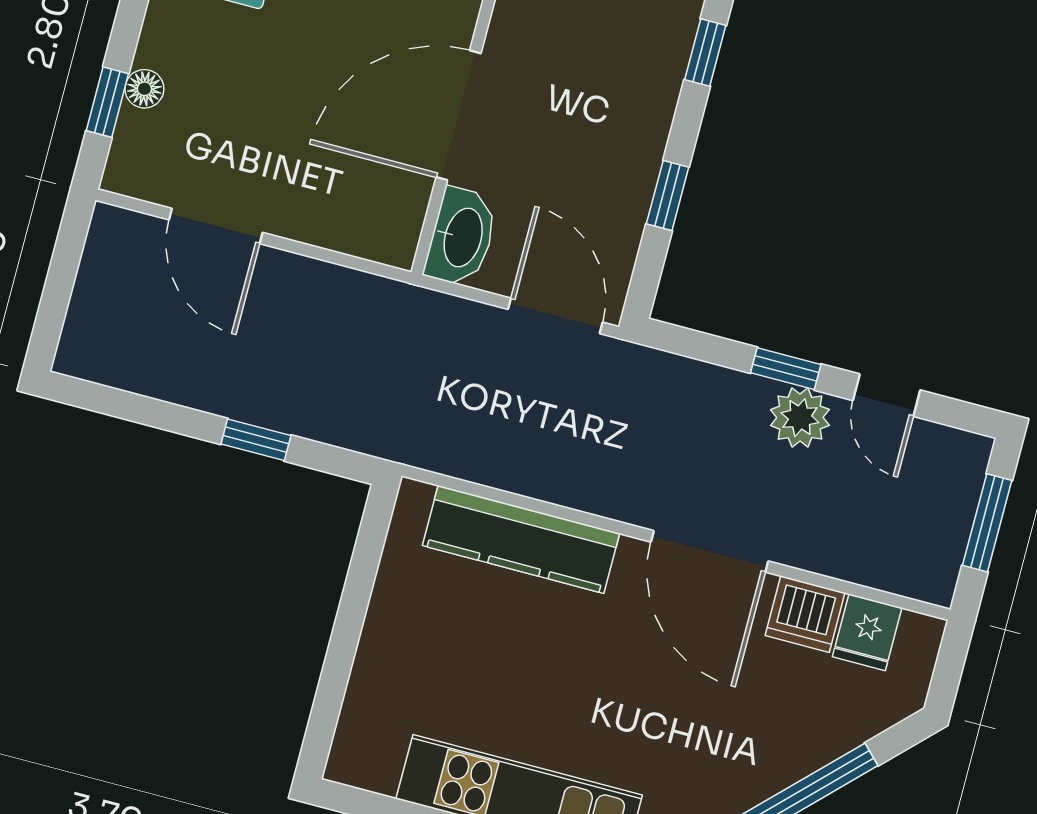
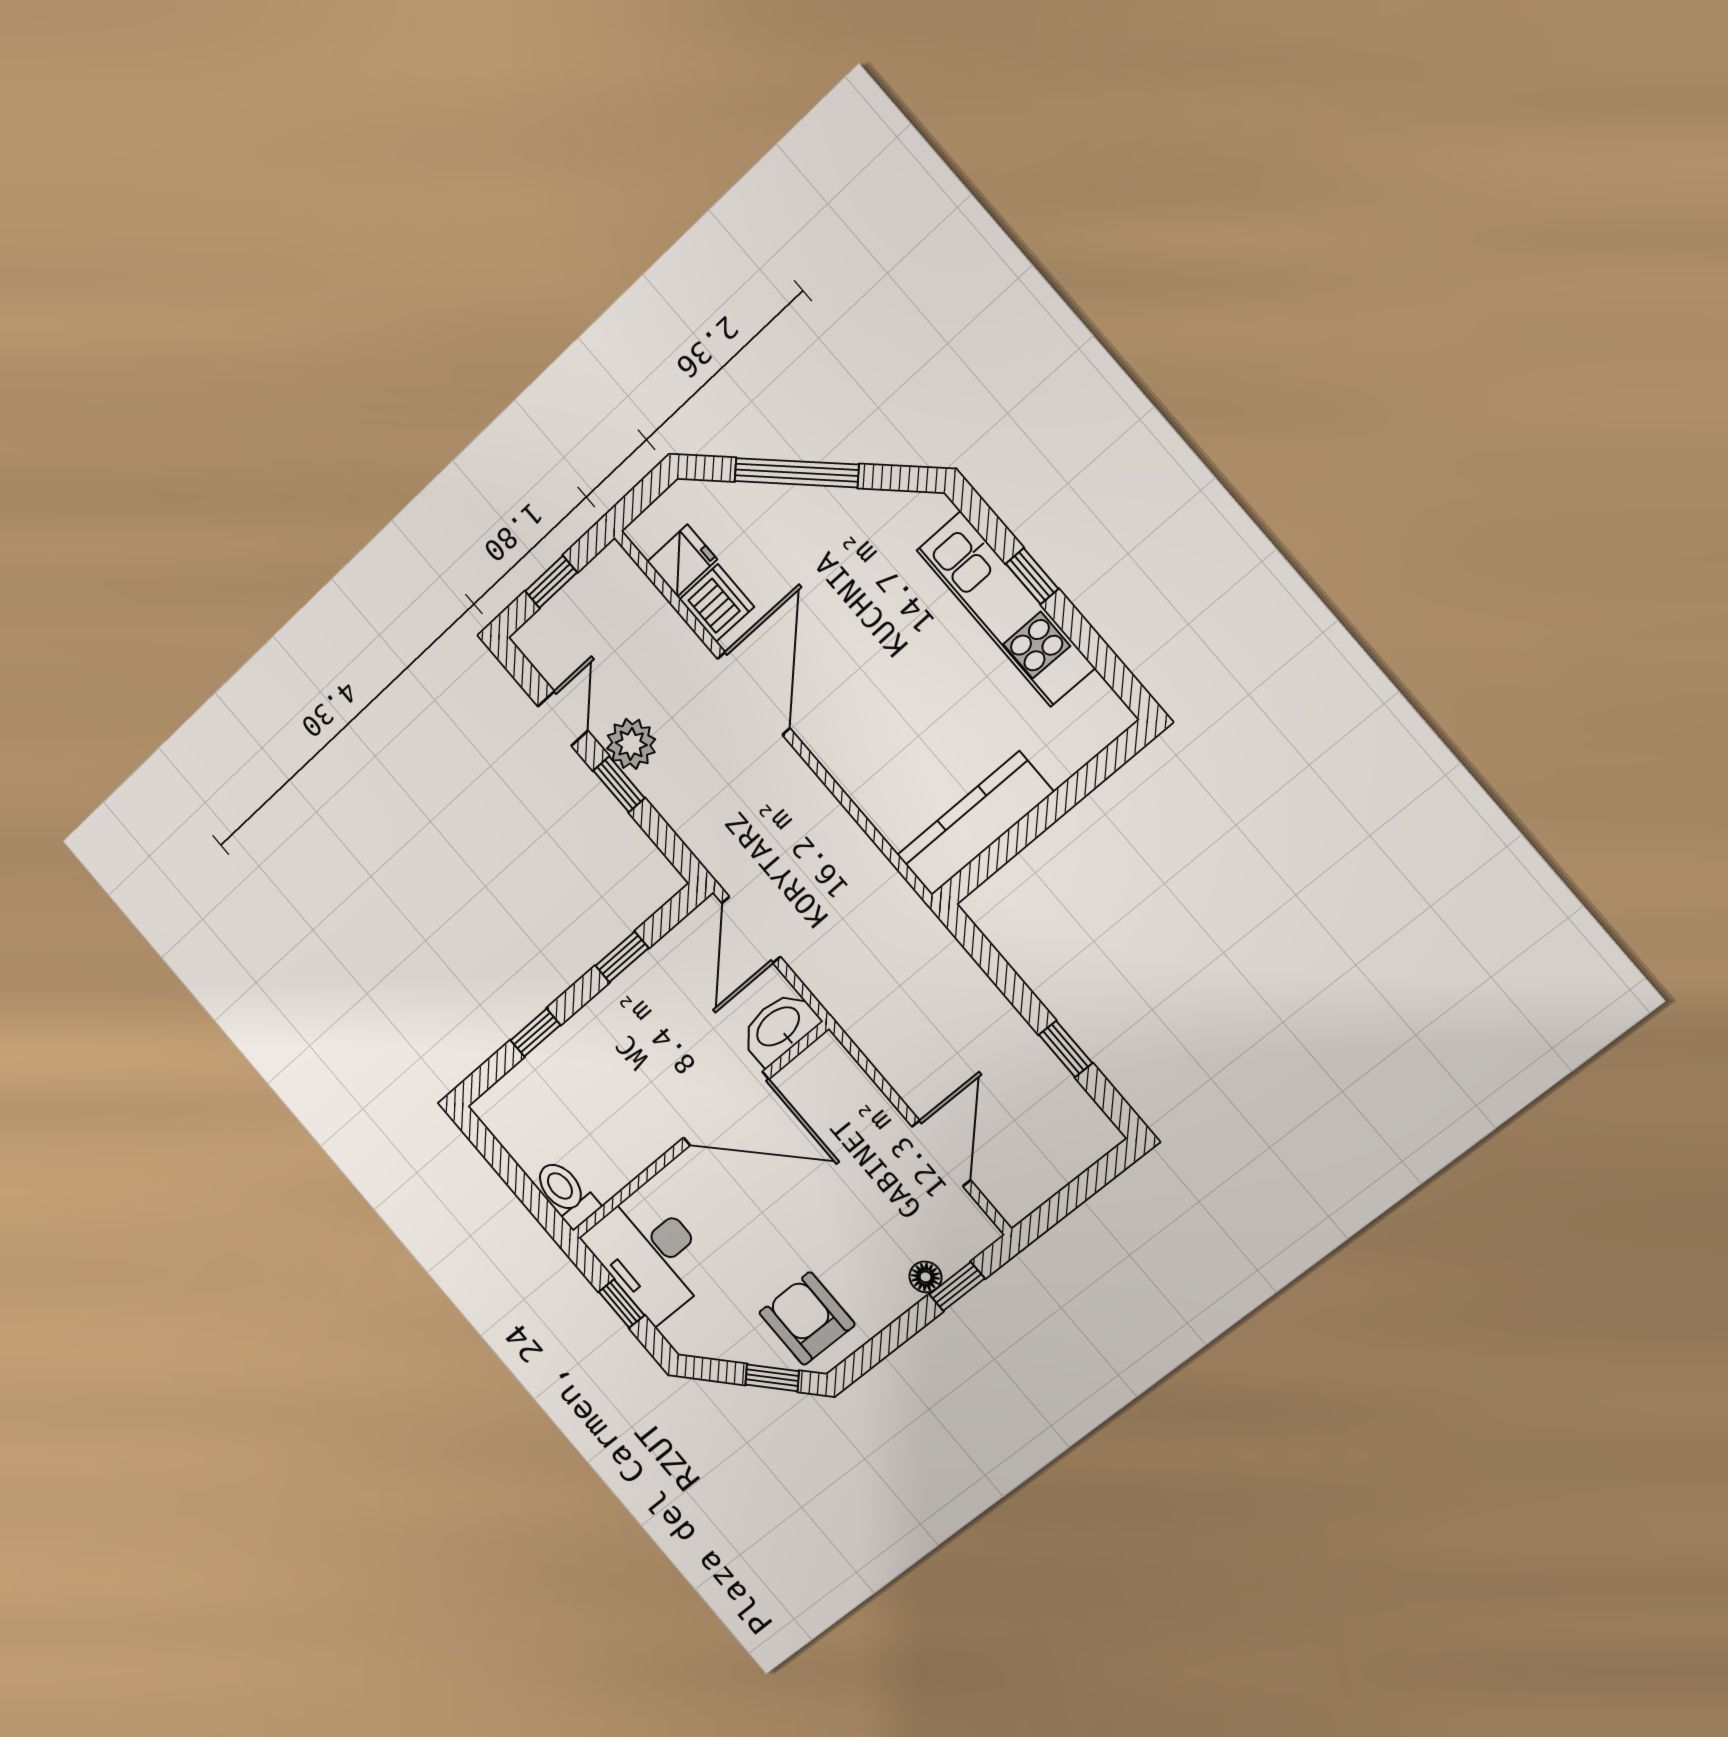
window: (256, 440) -> (1066, 1049), moved
window: (987, 523) -> (551, 582), width x0.67
kitchen counter: (521, 539) -> (975, 824), moved, turned -90

